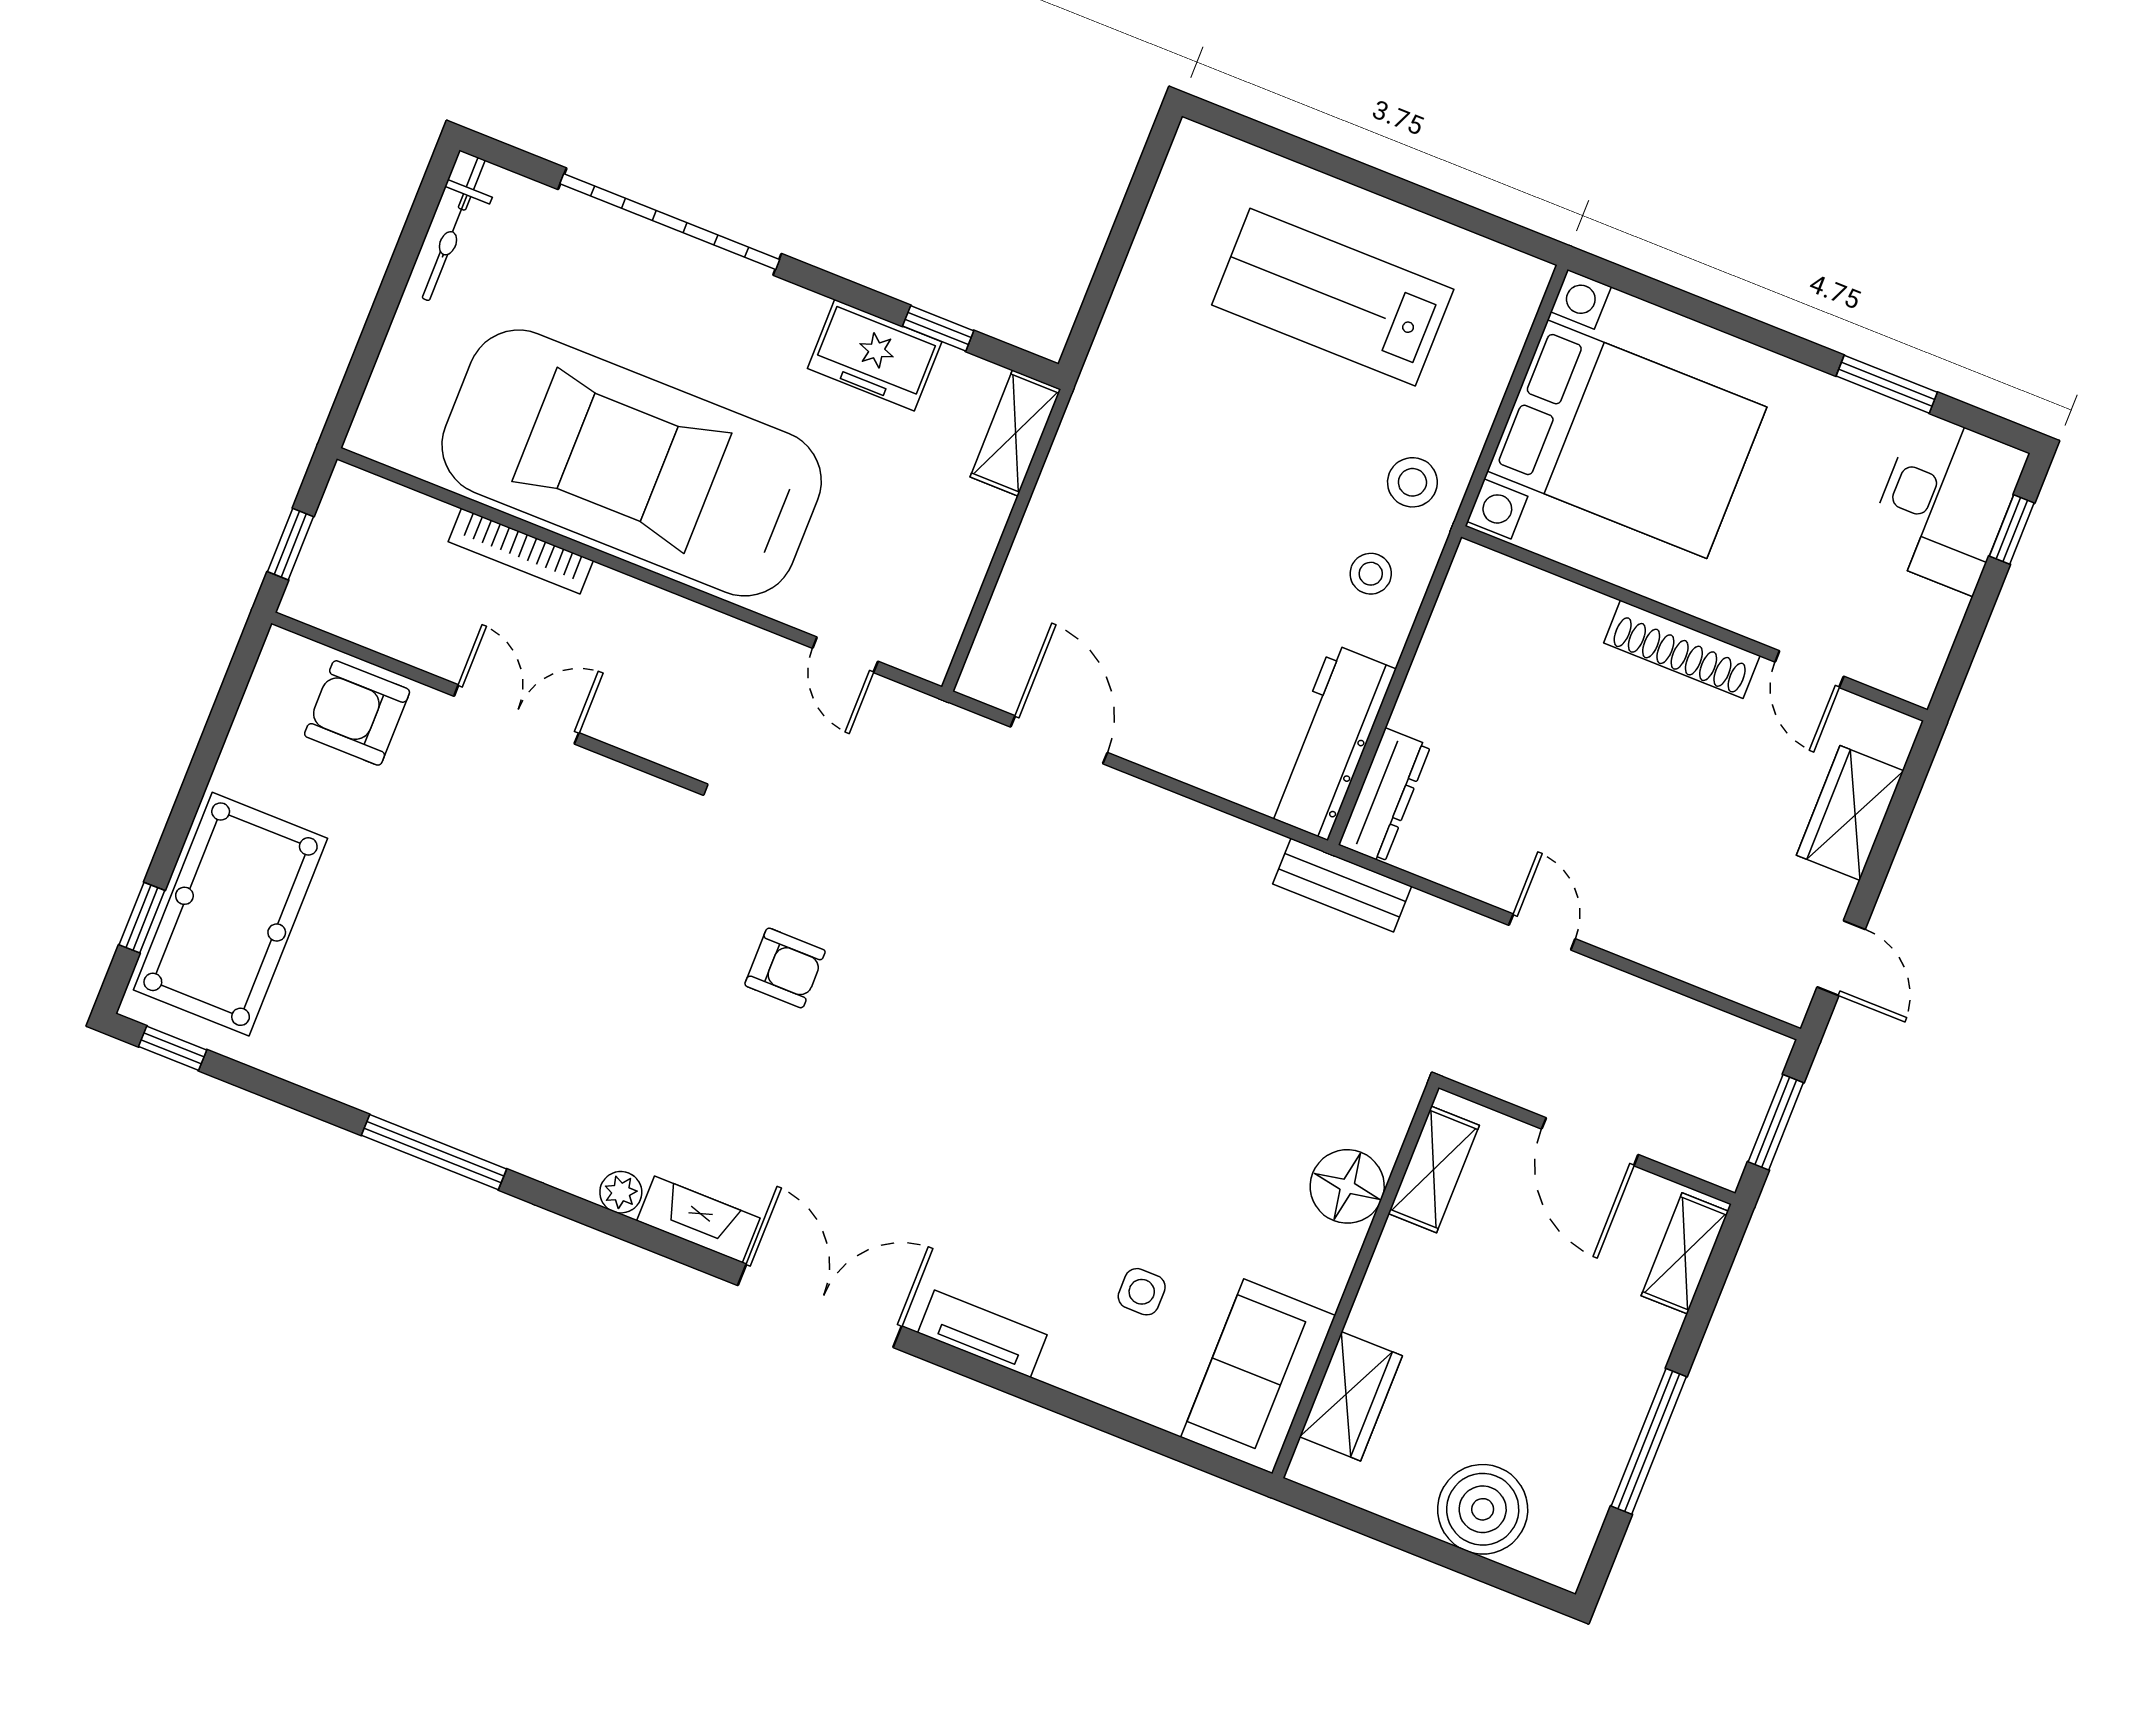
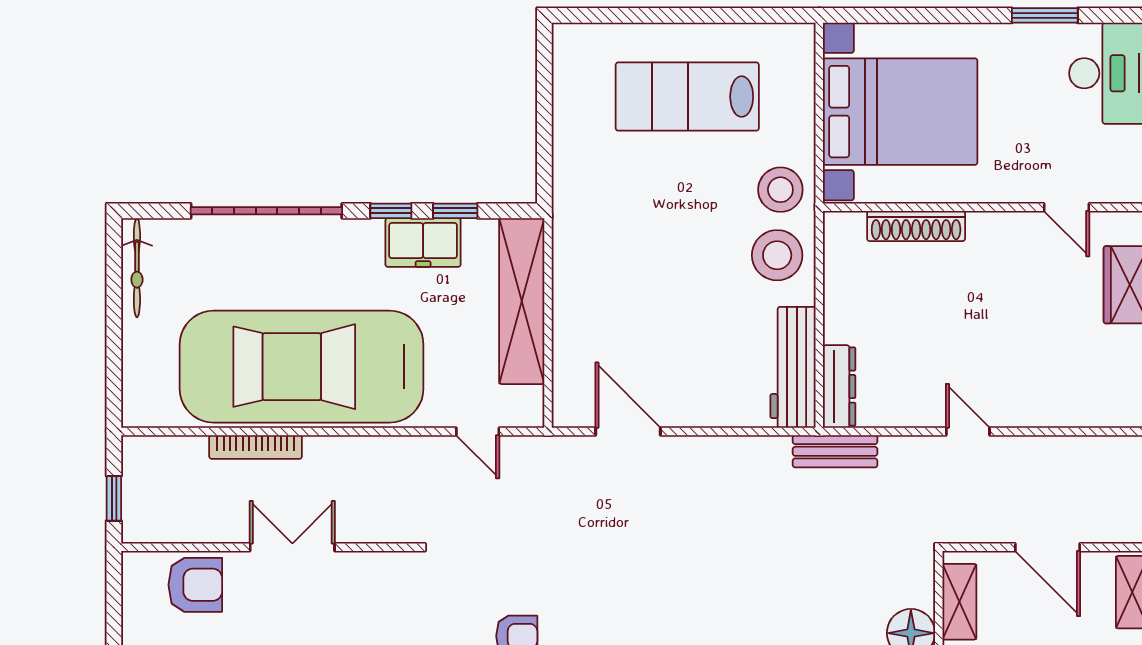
window: (847, 292) -> (391, 211), added
shelving: (1015, 433) -> (522, 301), width x2.20, depth x1.33
stool: (1412, 482) -> (780, 190), width x1.38, depth x1.38
stool: (1371, 574) -> (777, 255), width x1.89, depth x1.89
shoe rack: (1682, 649) -> (916, 226), moved
armchair: (357, 713) -> (195, 585), turned 180

